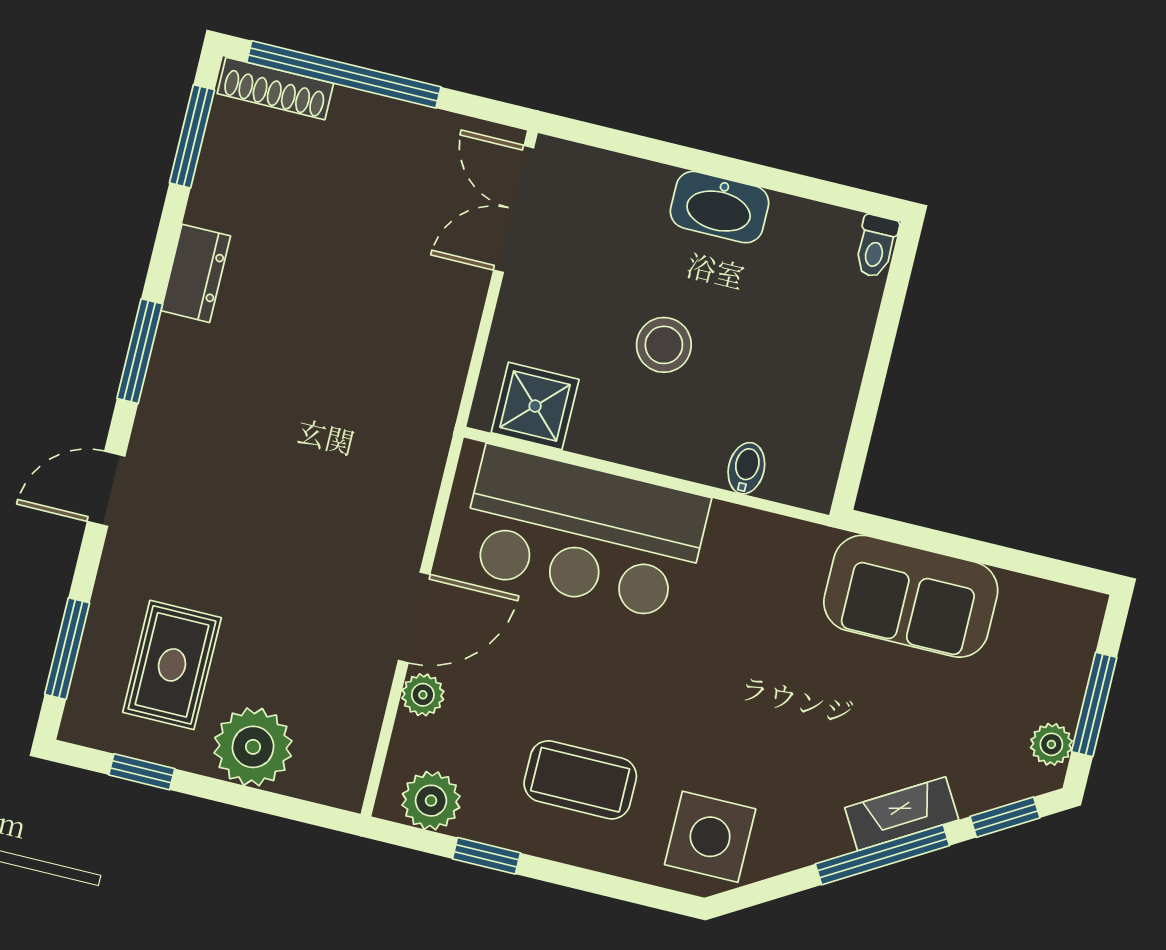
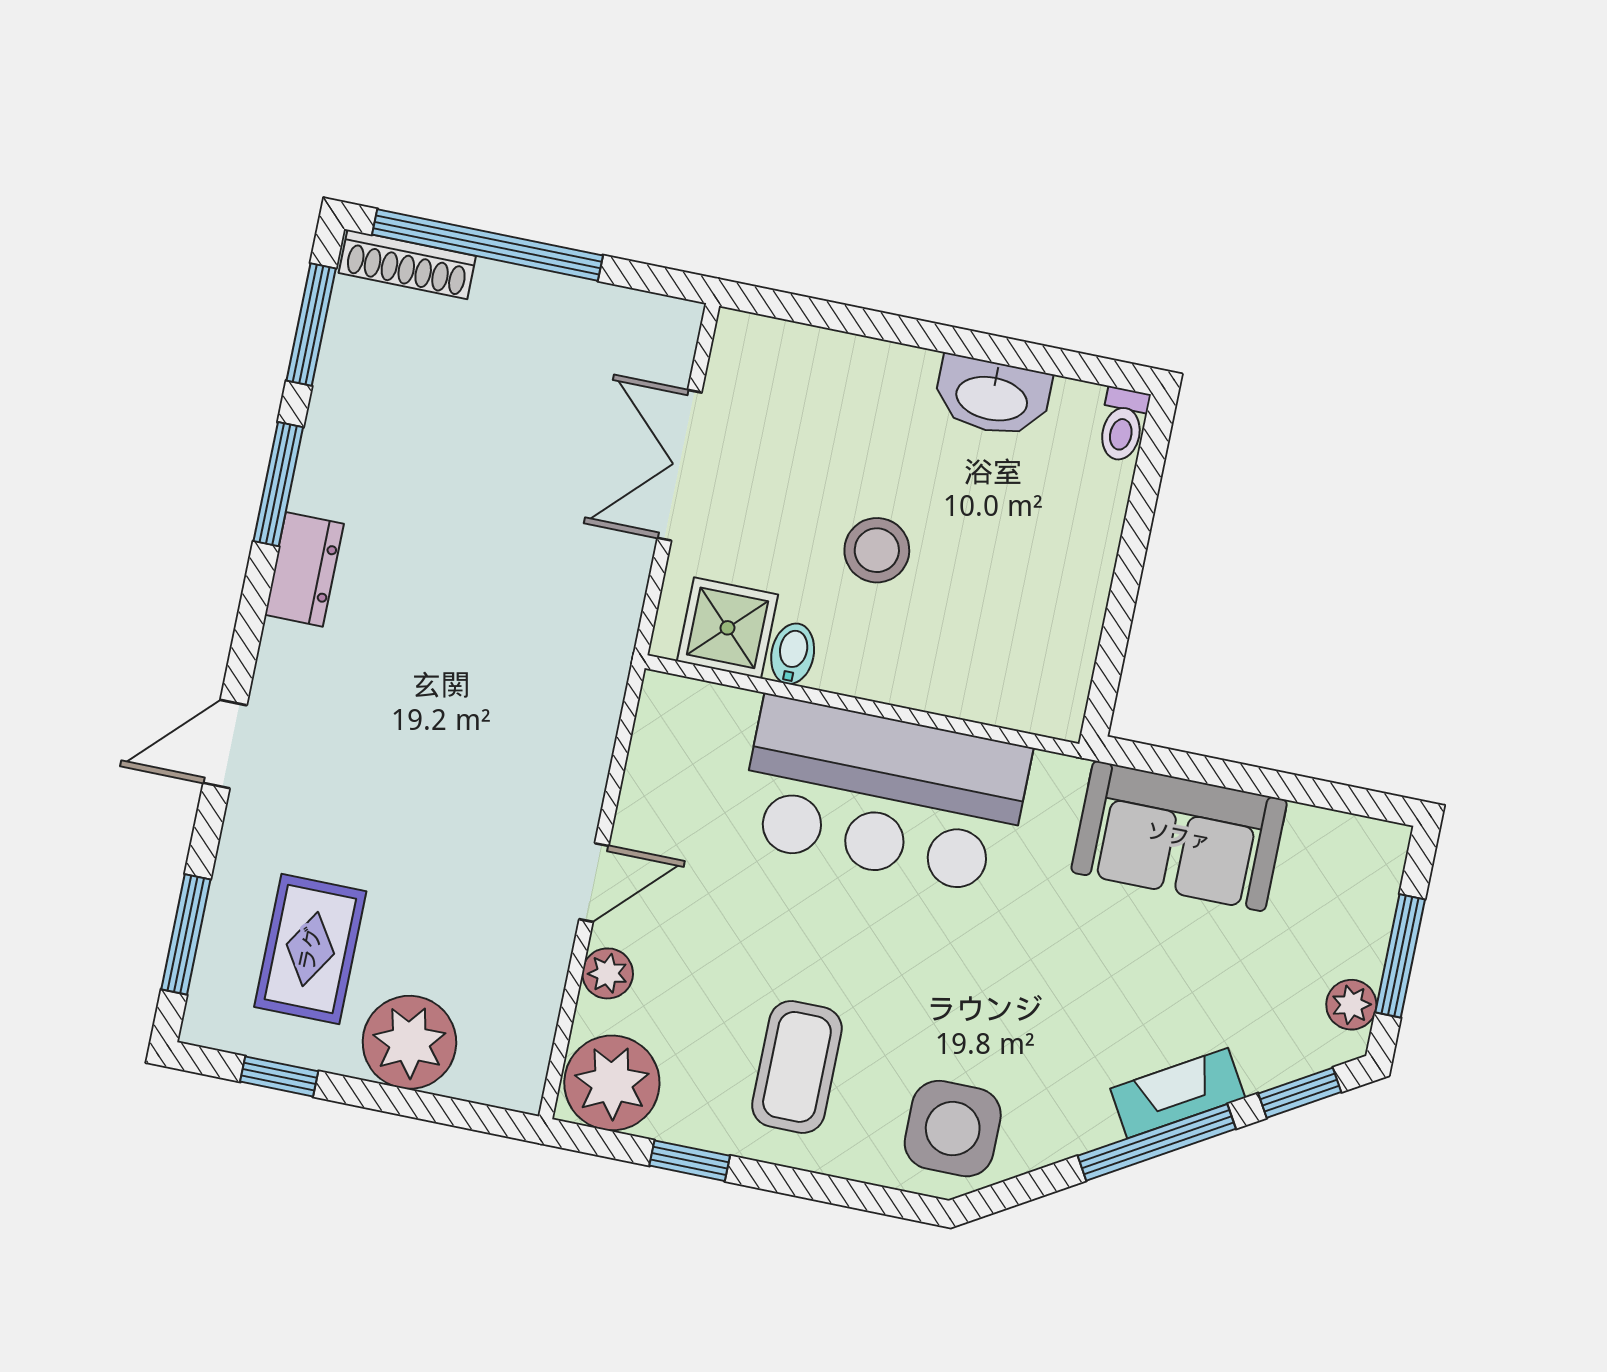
washbasin: (720, 207) -> (992, 397), moved
double door: (514, 209) -> (680, 465), moved
dresser: (196, 273) -> (304, 569), moved
window: (140, 351) -> (278, 484), moved
bidet: (746, 468) -> (793, 654), moved
bar counter: (584, 533) -> (884, 795), moved
door: (414, 617) -> (594, 883), width x0.73
coffee table: (580, 780) -> (797, 1067), turned 90
plant: (431, 801) -> (612, 1083), width x1.36, depth x1.36

